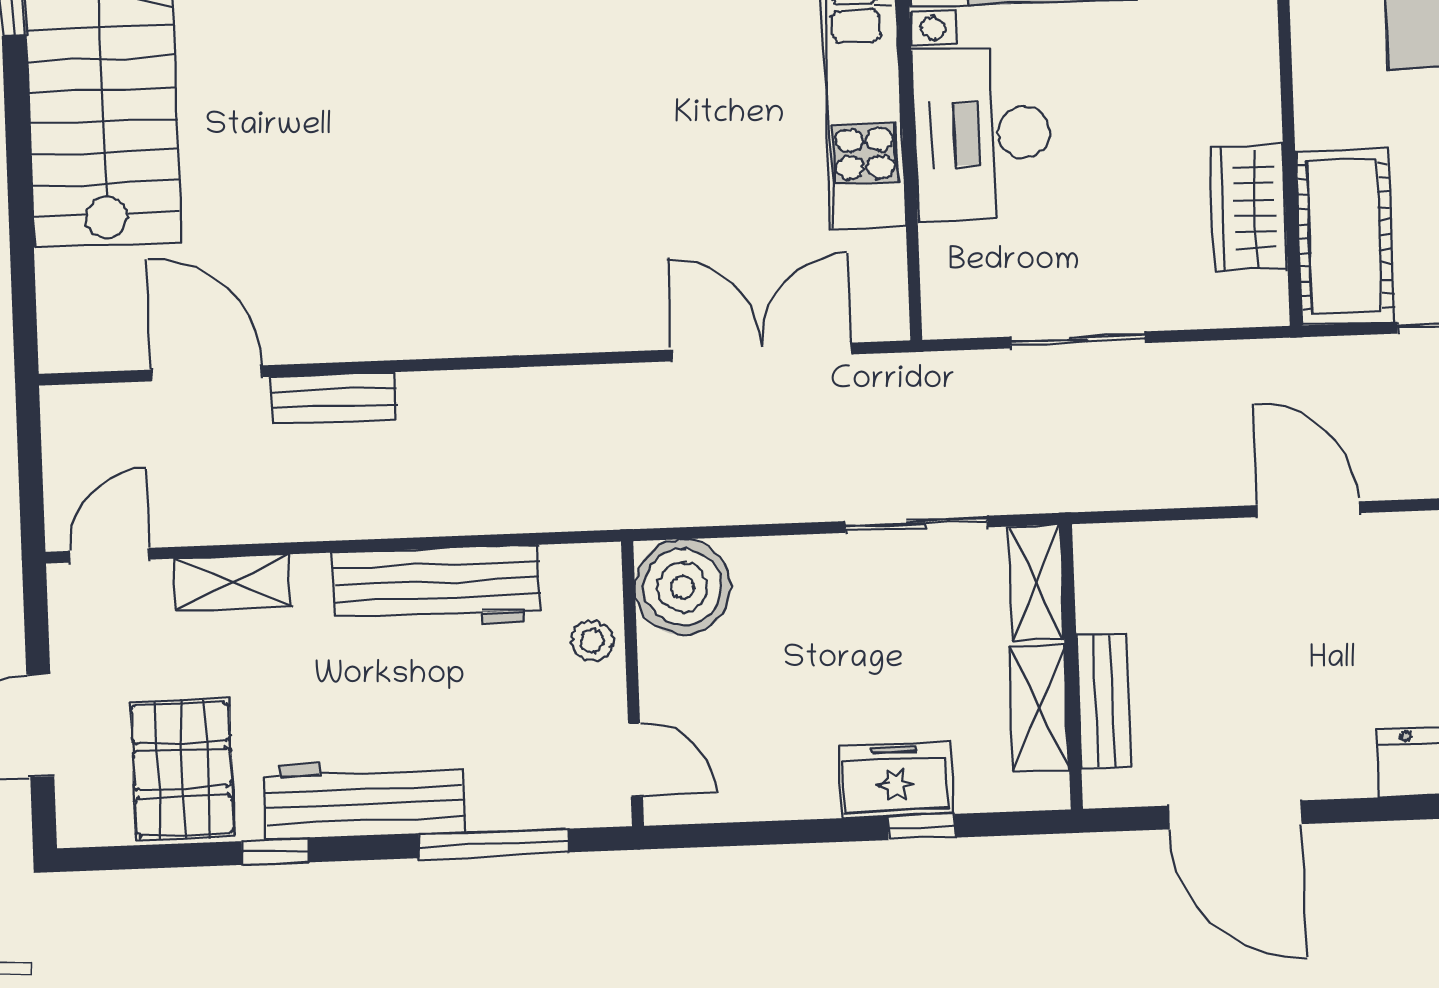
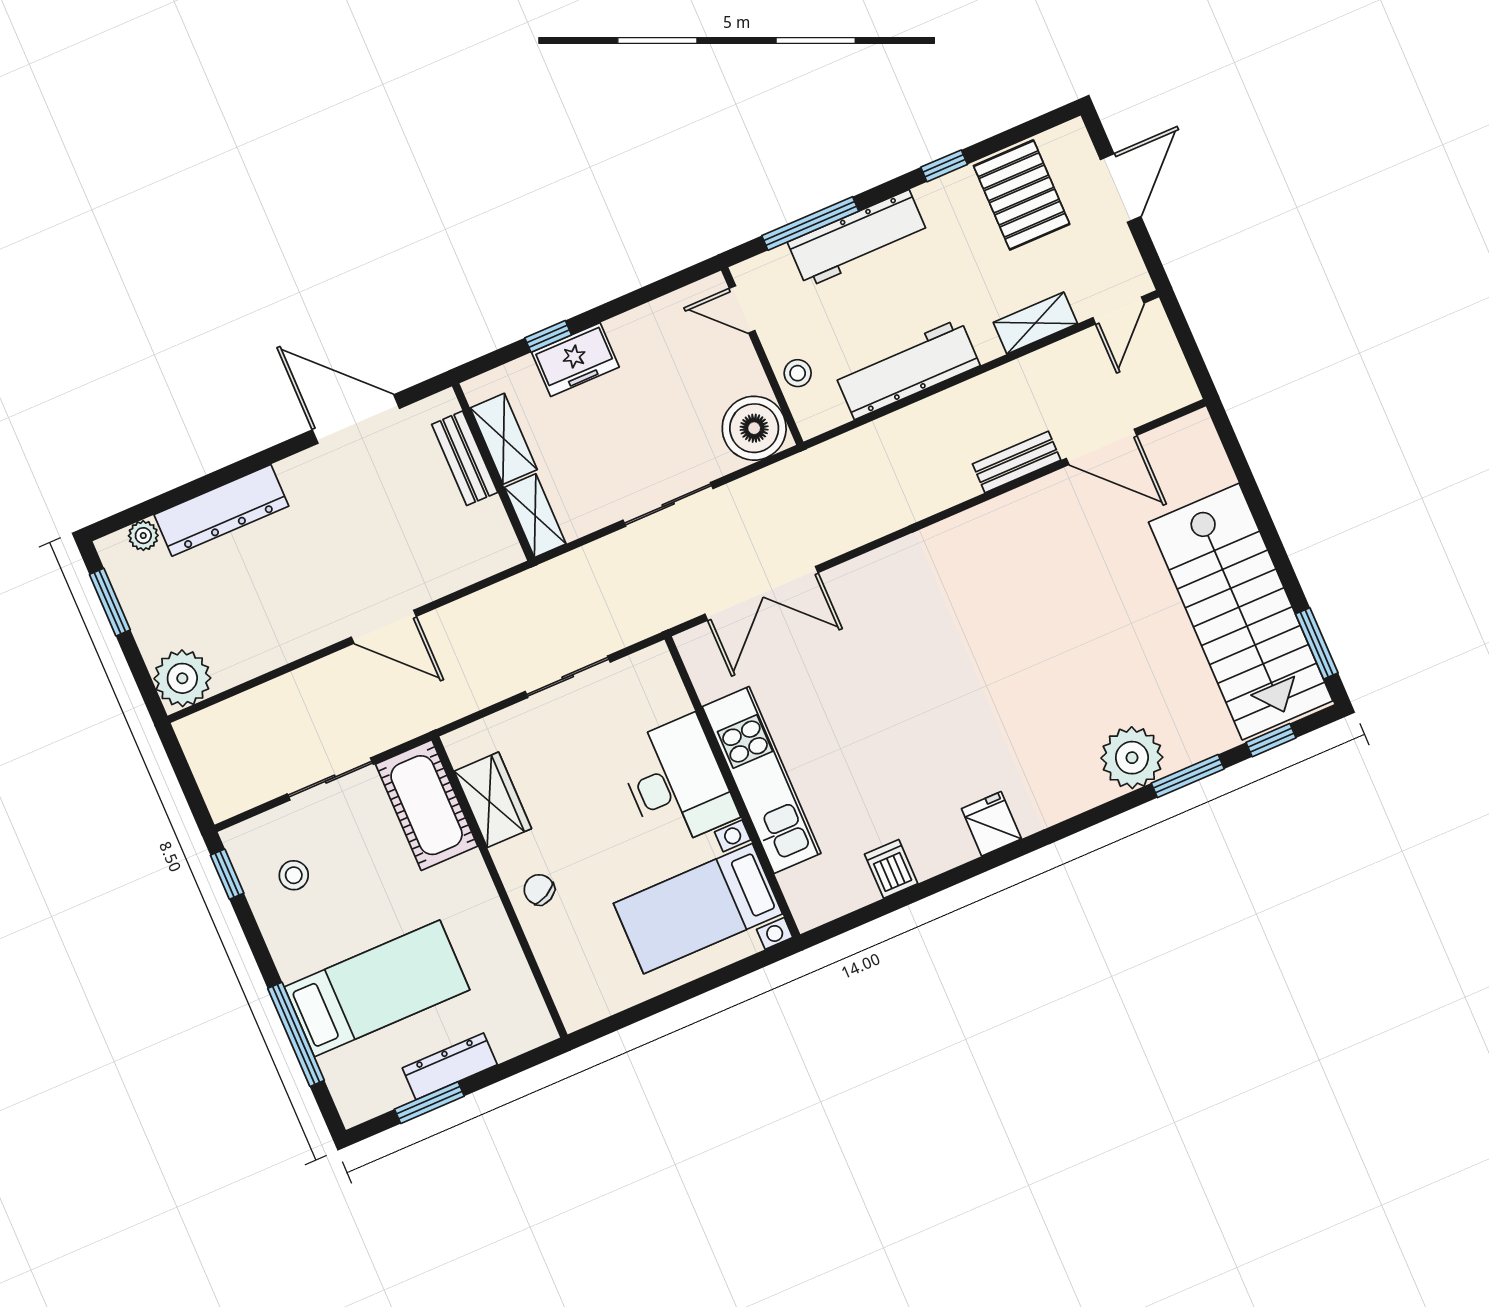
chair: (1233, 58) -> (539, 890), added
sliding door: (916, 524) -> (668, 504), moved
workbench: (365, 799) -> (858, 239), moved

